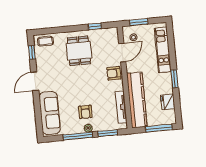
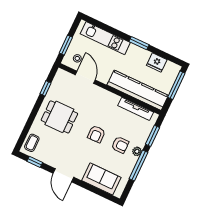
armchair: (114, 73) -> (96, 134), moved
sofa: (50, 113) -> (101, 179), width x0.73

